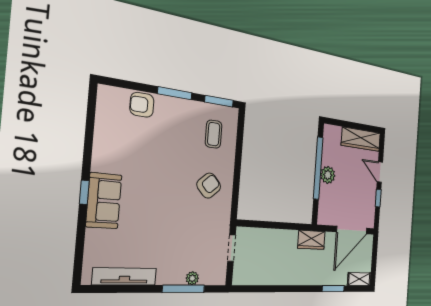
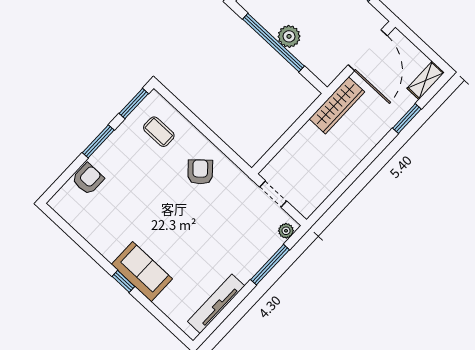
armchair: (142, 105) -> (88, 179), turned 180
wardrobe: (312, 240) -> (337, 105), width x1.50
plant: (192, 278) -> (286, 231), moved

